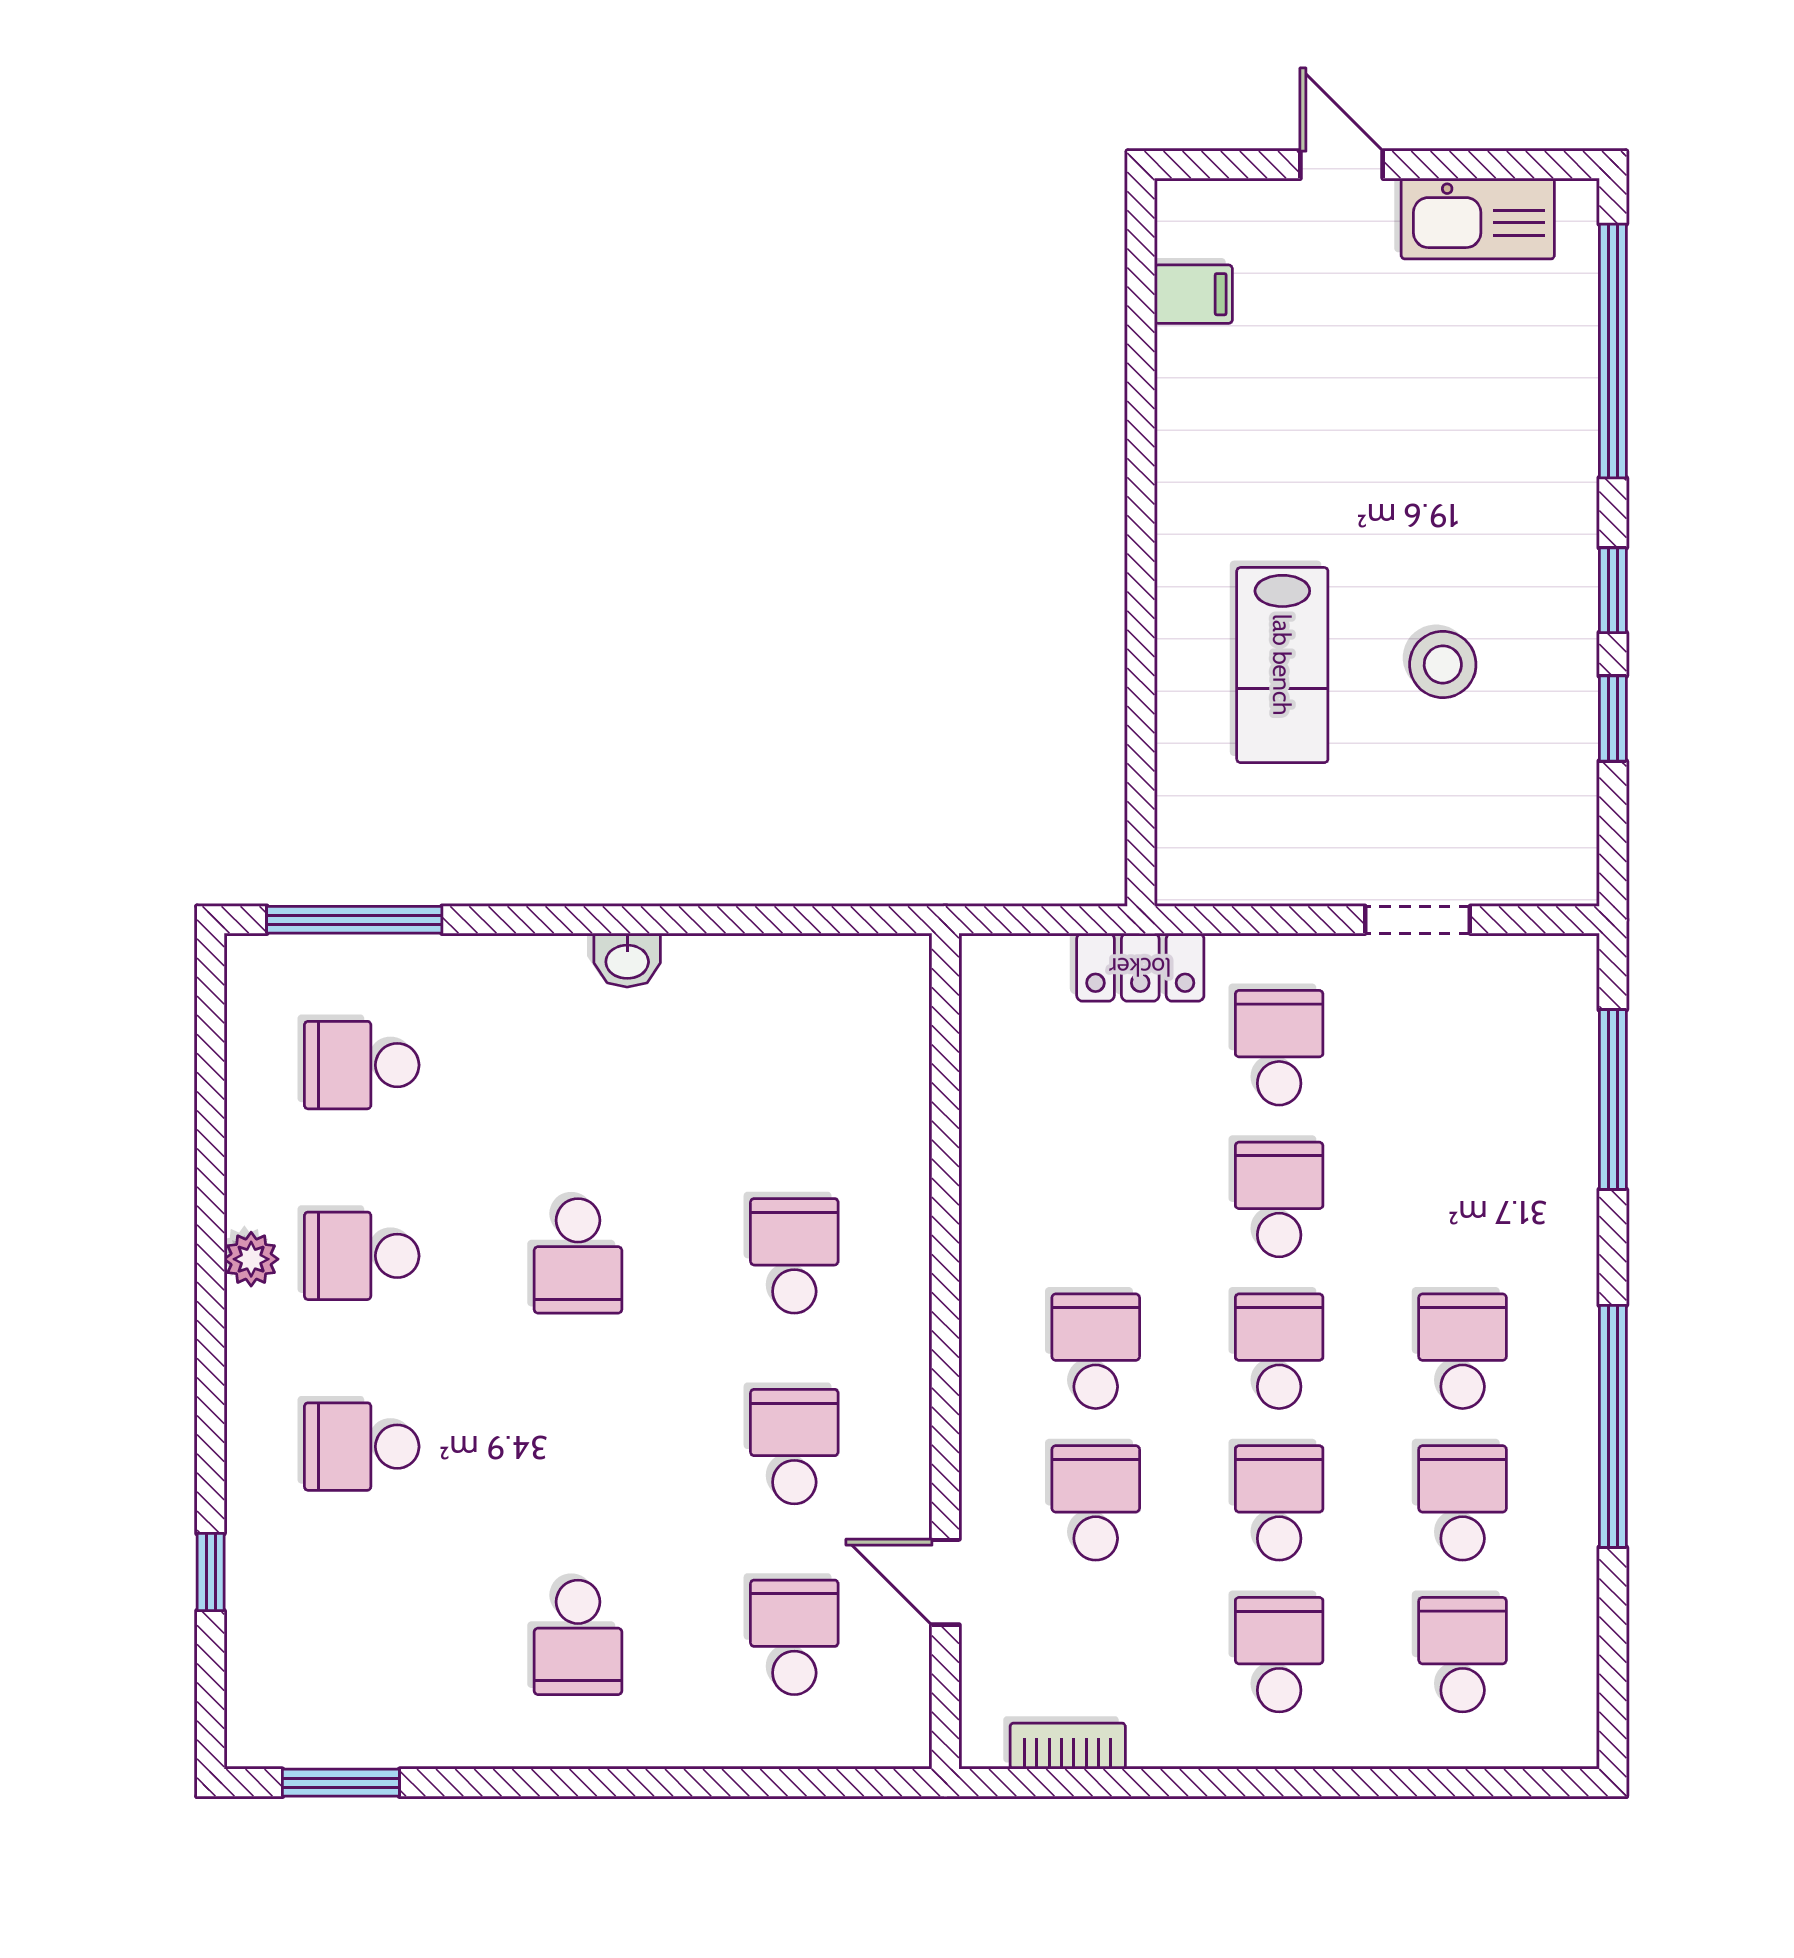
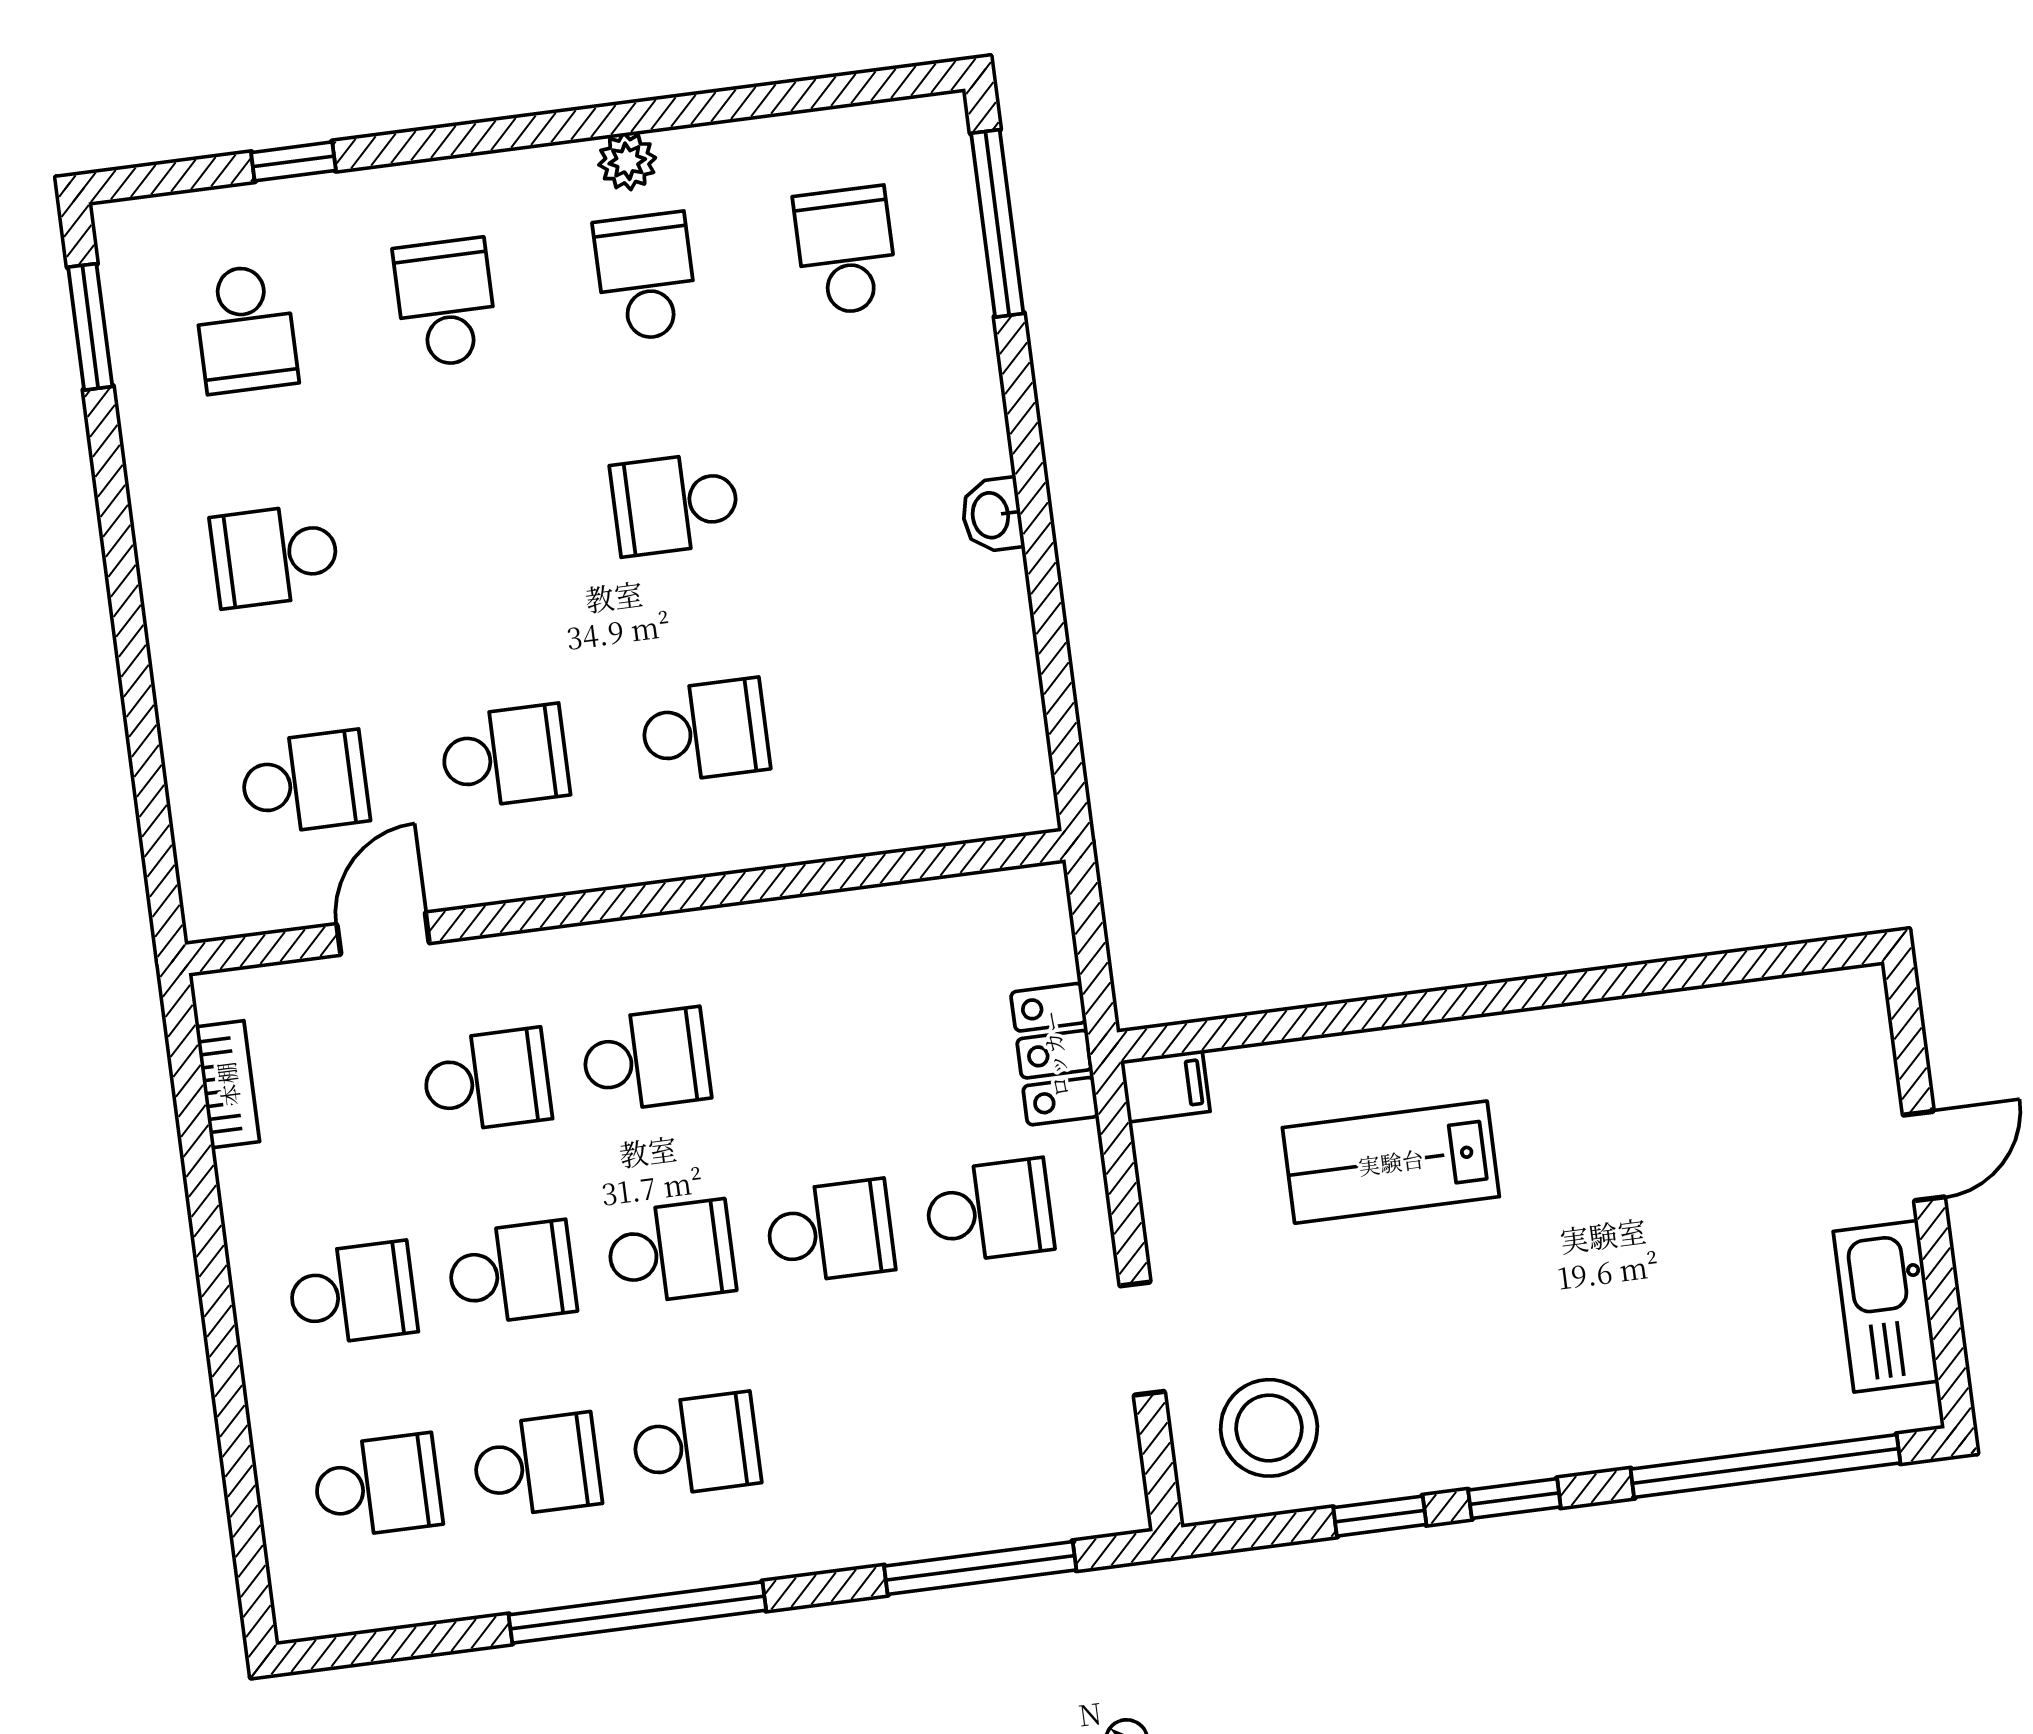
filing cabinet: (1193, 294) -> (1165, 1086), moved, turned -90
stool: (1443, 664) -> (1269, 1428), moved, width x1.38, depth x1.38
school desk: (362, 1637) -> (246, 329), added

